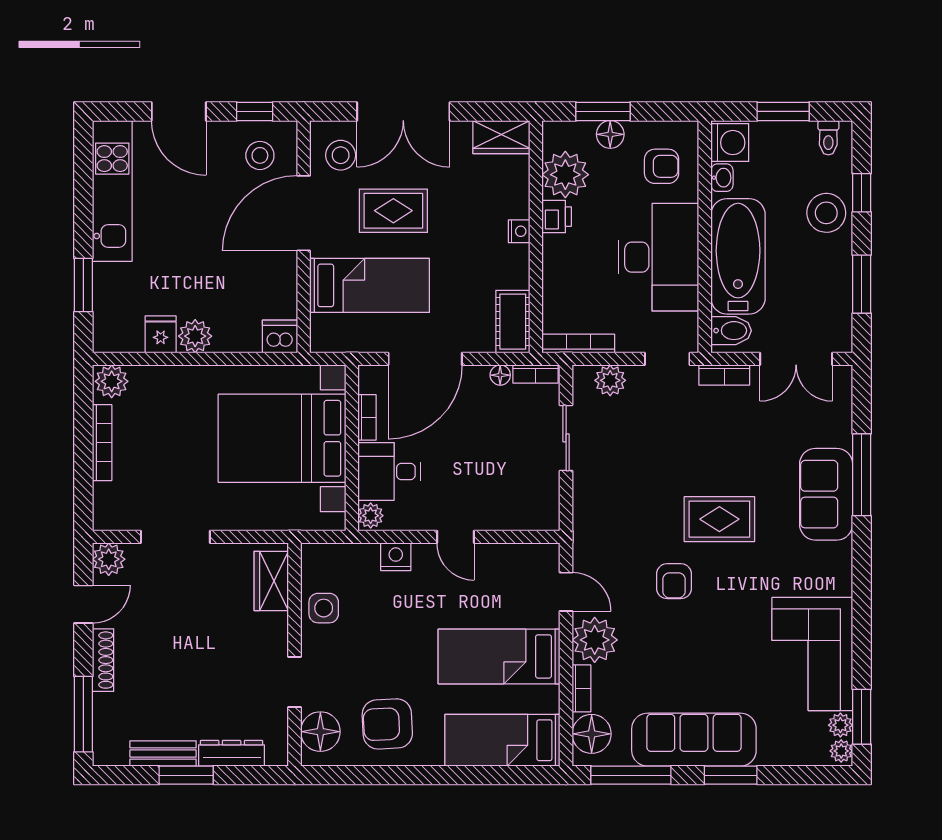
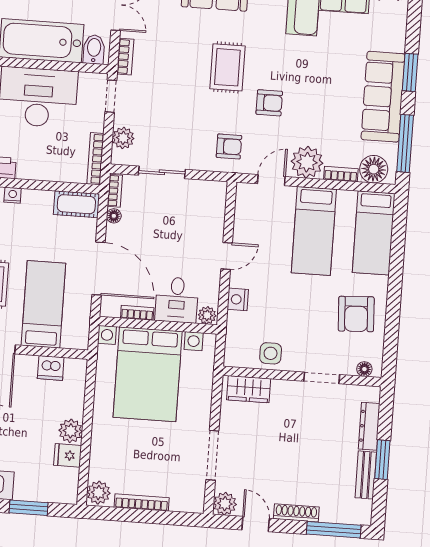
dishwasher: (280, 336) -> (51, 368), moved, turned -90
armchair: (609, 529) -> (229, 146), added
floor lamp: (320, 732) -> (364, 369), width x0.53, depth x0.53

